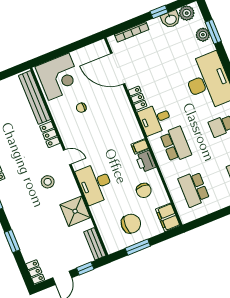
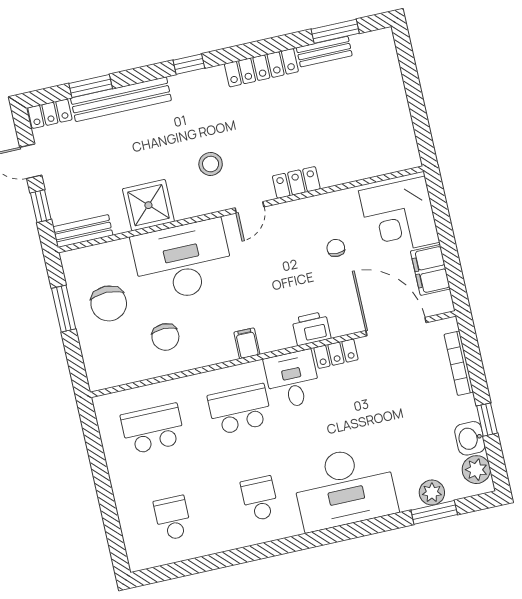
door: (118, 69) -> (396, 327), hinge flipped
bench: (35, 97) -> (121, 99), moved
school desk: (176, 144) -> (240, 409), turned 180
printer: (146, 161) -> (311, 328), moved
desk: (95, 183) -> (183, 261), width x1.36, depth x1.30
chair: (144, 190) -> (165, 337), turned -90
filing cabinet: (168, 217) -> (430, 270), moved, turned -90
window: (12, 241) -> (91, 86), moved

